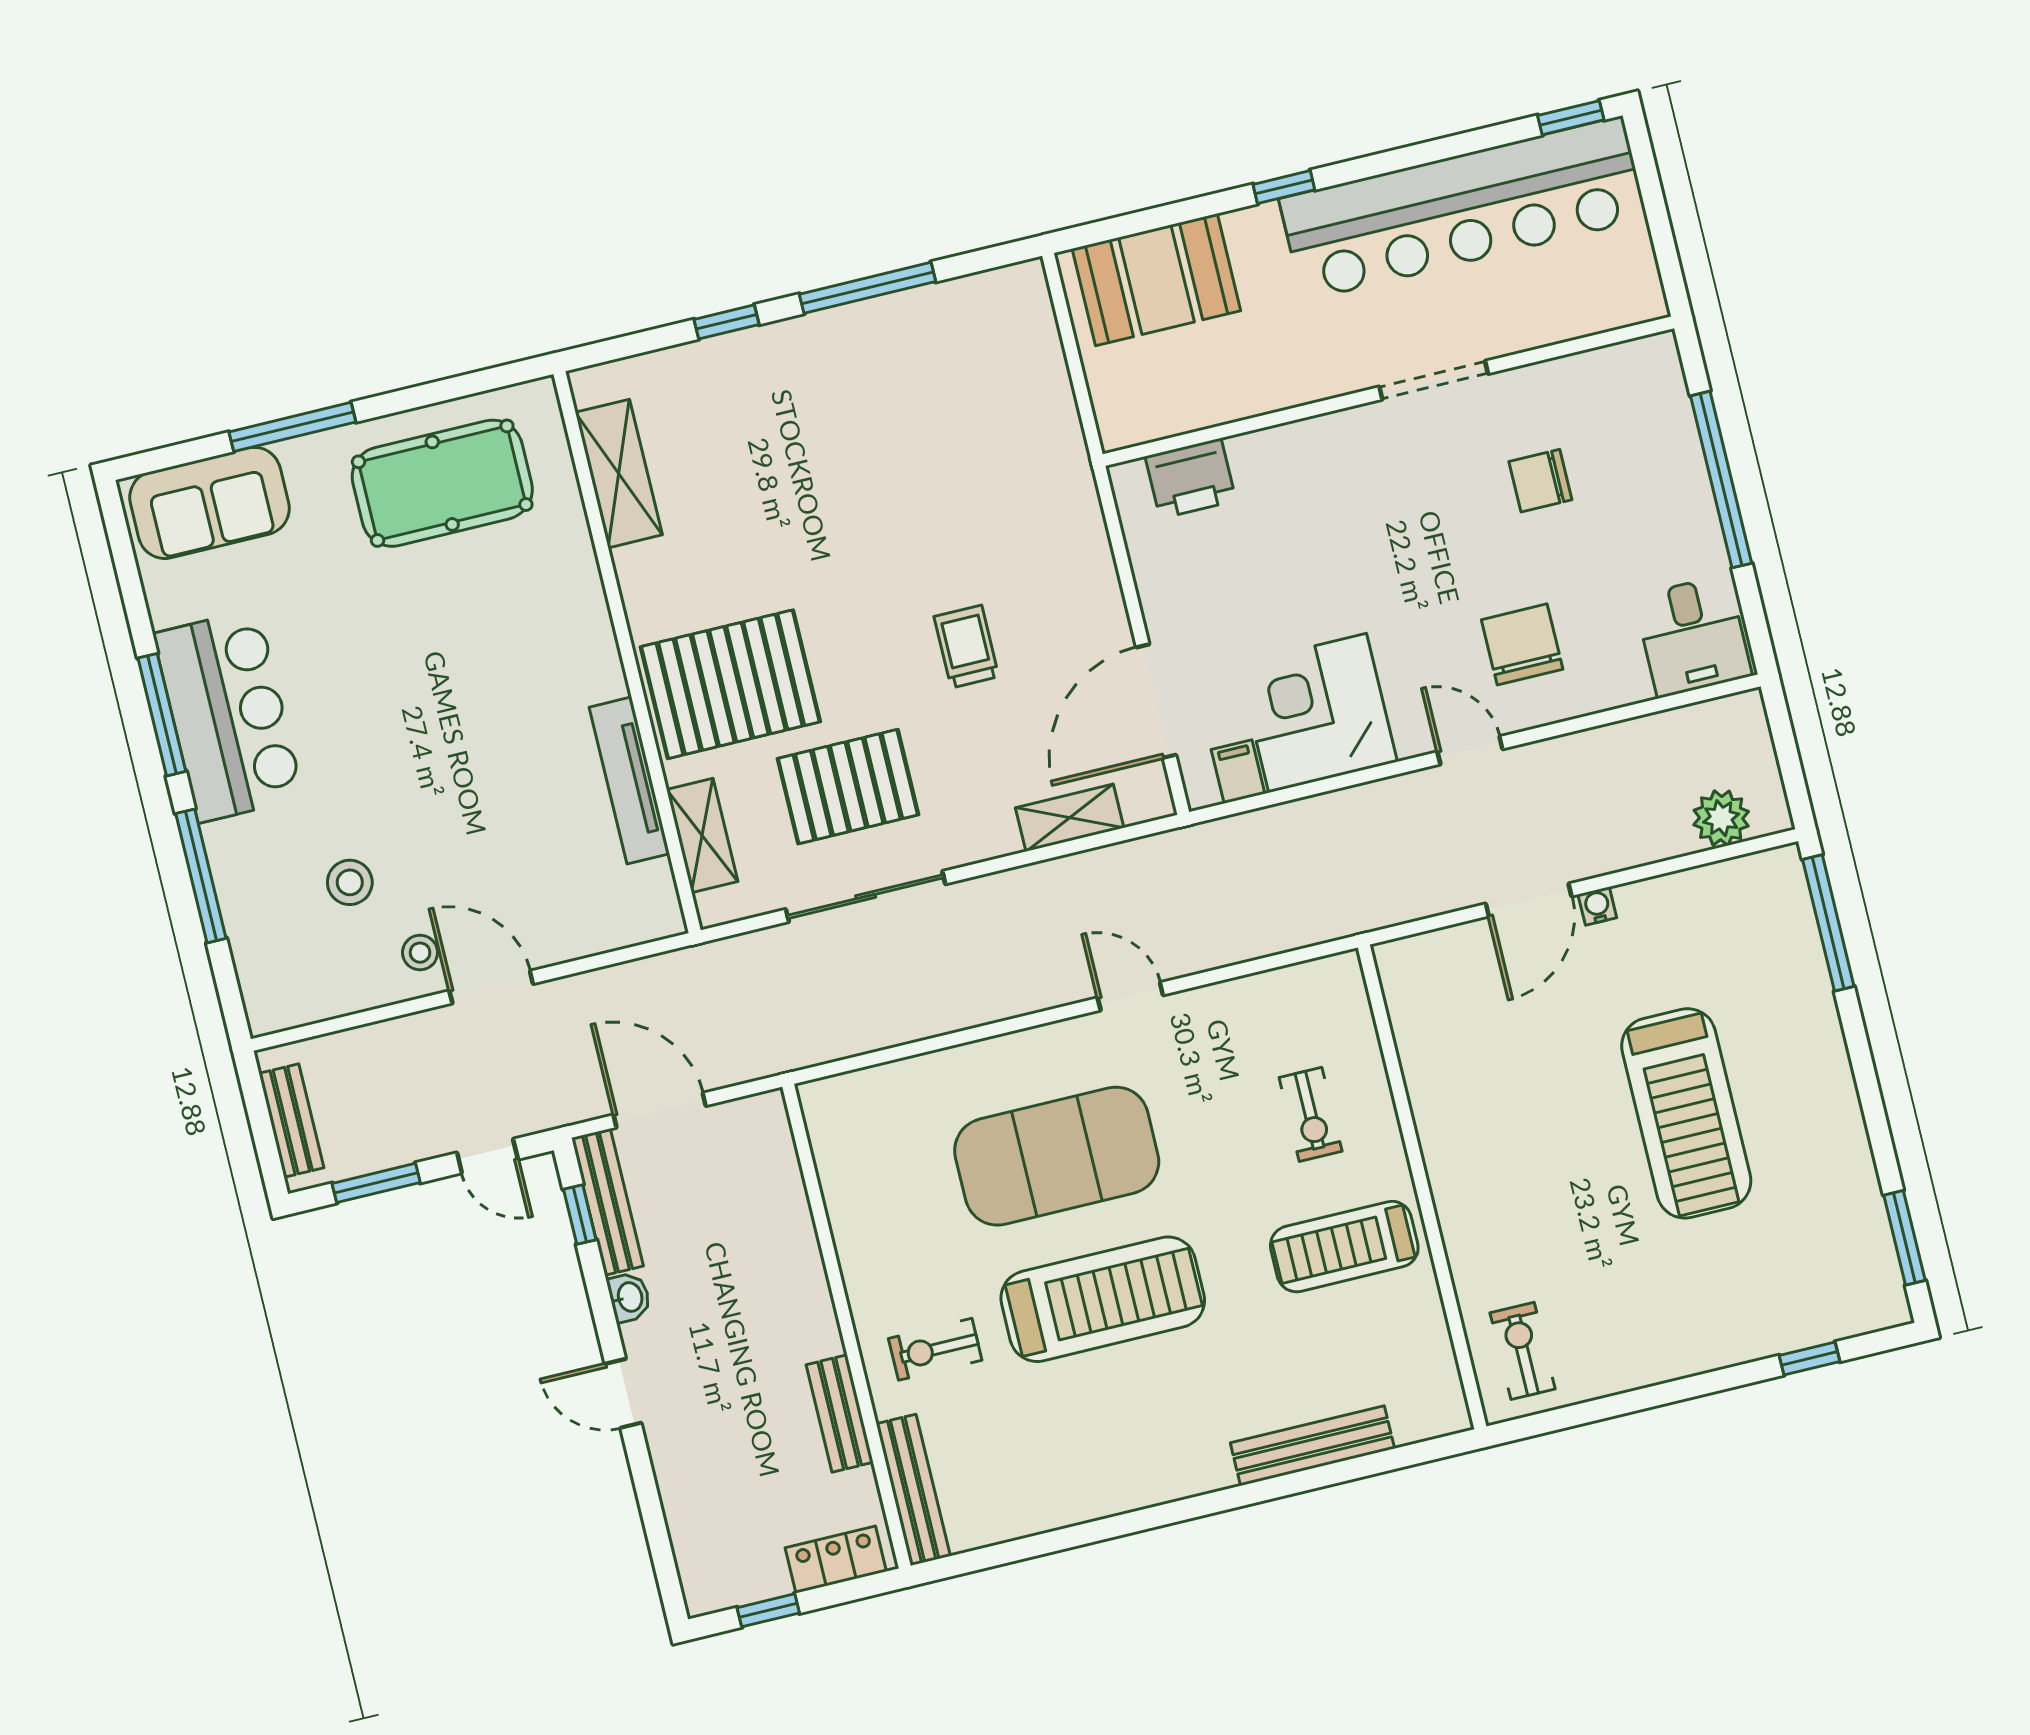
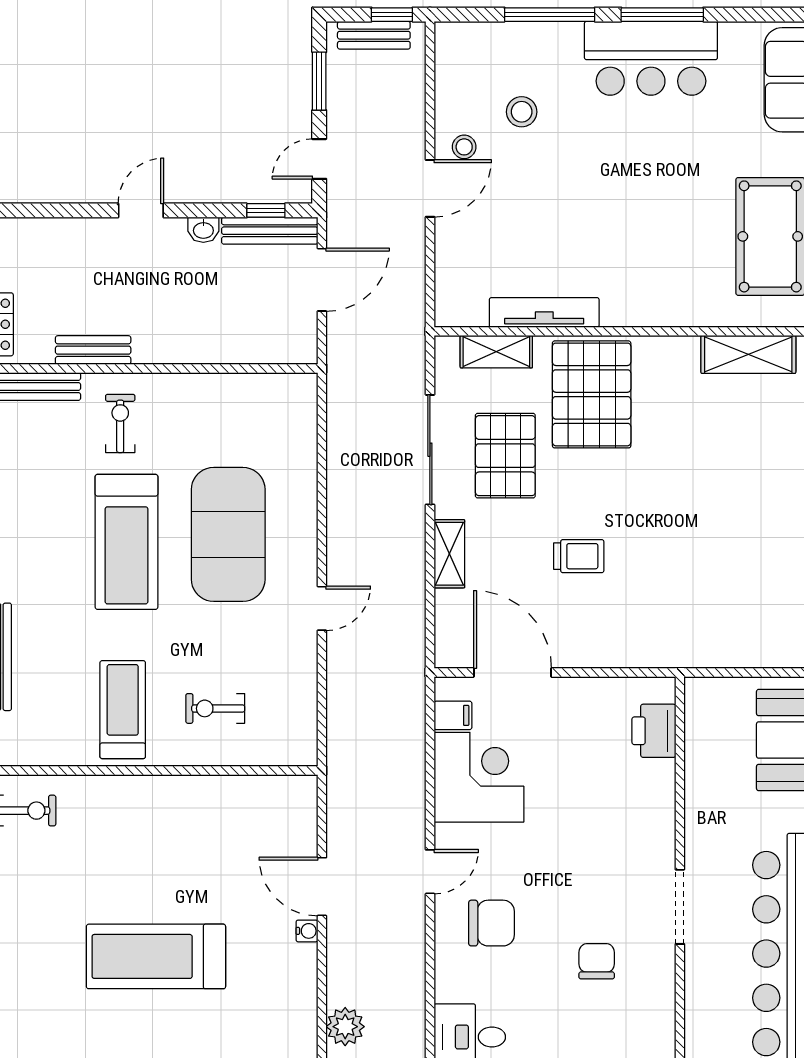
shelving: (1070, 818) -> (449, 554), moved
window: (256, 1102) -> (392, 15), added

